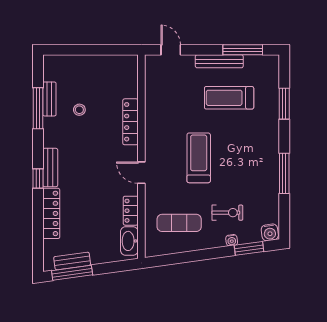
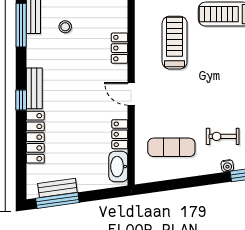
locker: (130, 122) -> (120, 48), width x0.66
treadmill: (199, 158) -> (175, 43), moved
exercise bike: (227, 213) -> (223, 136), turned 180

